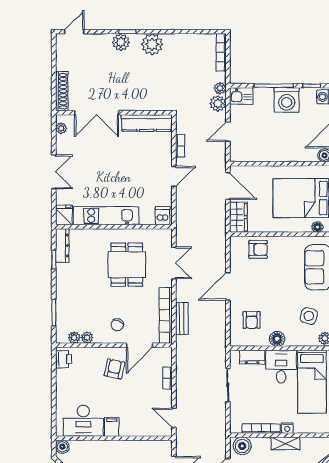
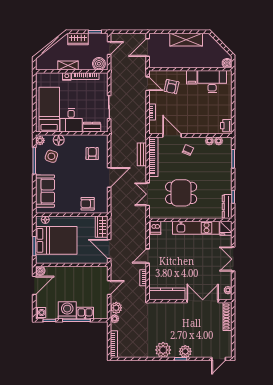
kitchen sink: (241, 96) -> (85, 313), moved
dining table: (127, 265) -> (181, 193), turned 90
floor lamp: (277, 339) -> (59, 140), moved
door: (139, 345) -> (172, 135), hinge flipped
armchair: (114, 369) -> (172, 87), moved

